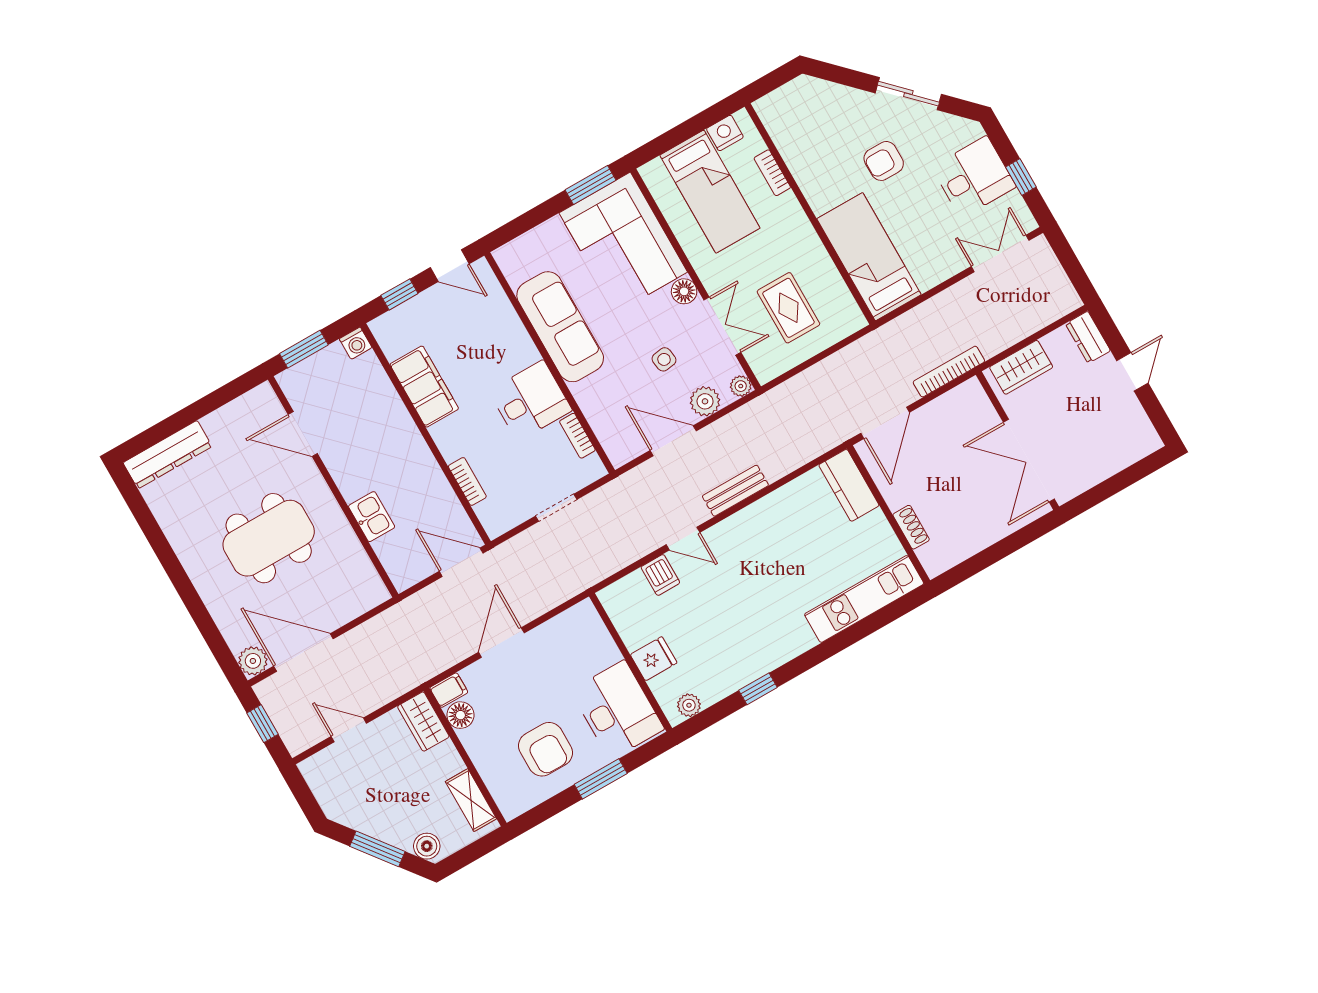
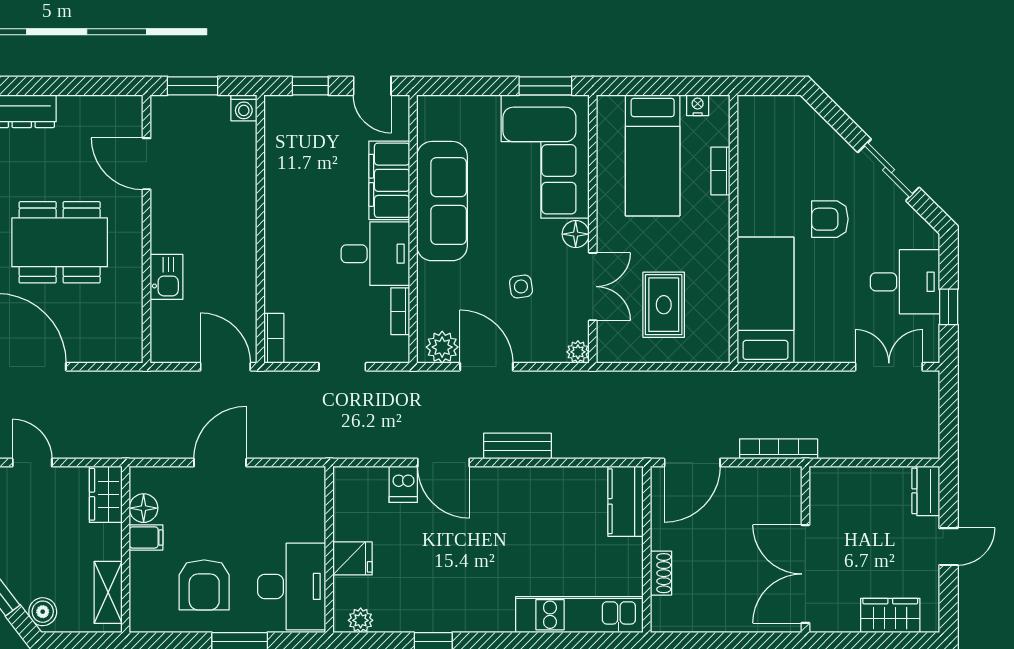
nightstand: (725, 133) -> (698, 105), width x0.72, depth x0.74
wardrobe: (1021, 367) -> (890, 615), moved, turned 180
filing cabinet: (424, 387) -> (389, 180), moved, turned 180
plant: (705, 401) -> (442, 347), moved
bookcase: (467, 481) -> (274, 338), moved
door: (683, 539) -> (443, 463), width x1.38
filing cabinet: (449, 690) -> (146, 537), moved

